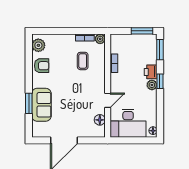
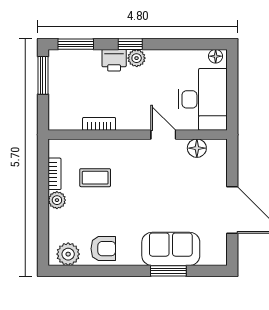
plant: (100, 39) -> (57, 200), moved
armchair: (42, 66) -> (103, 249), turned 90

